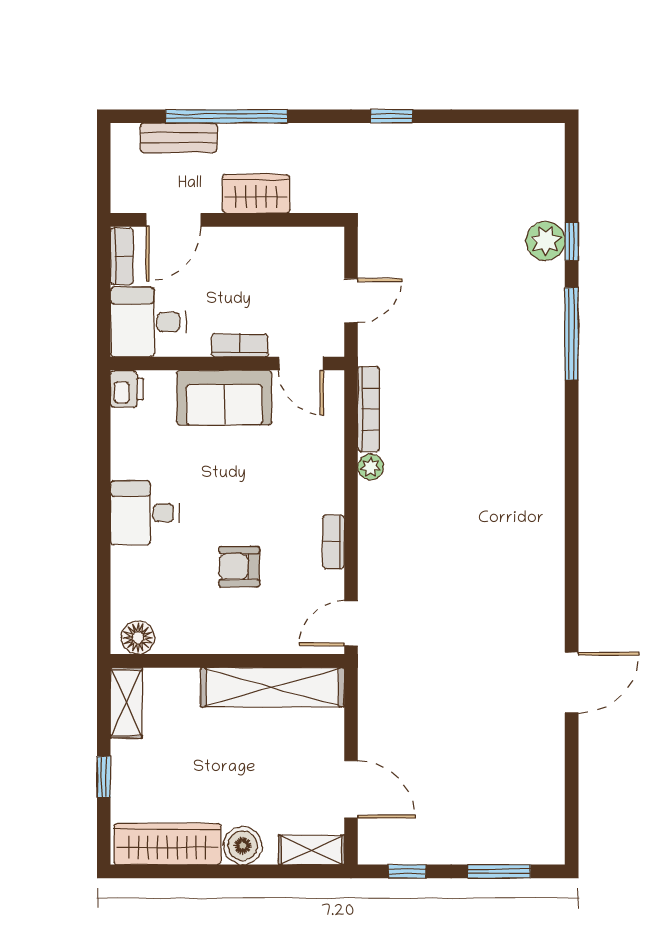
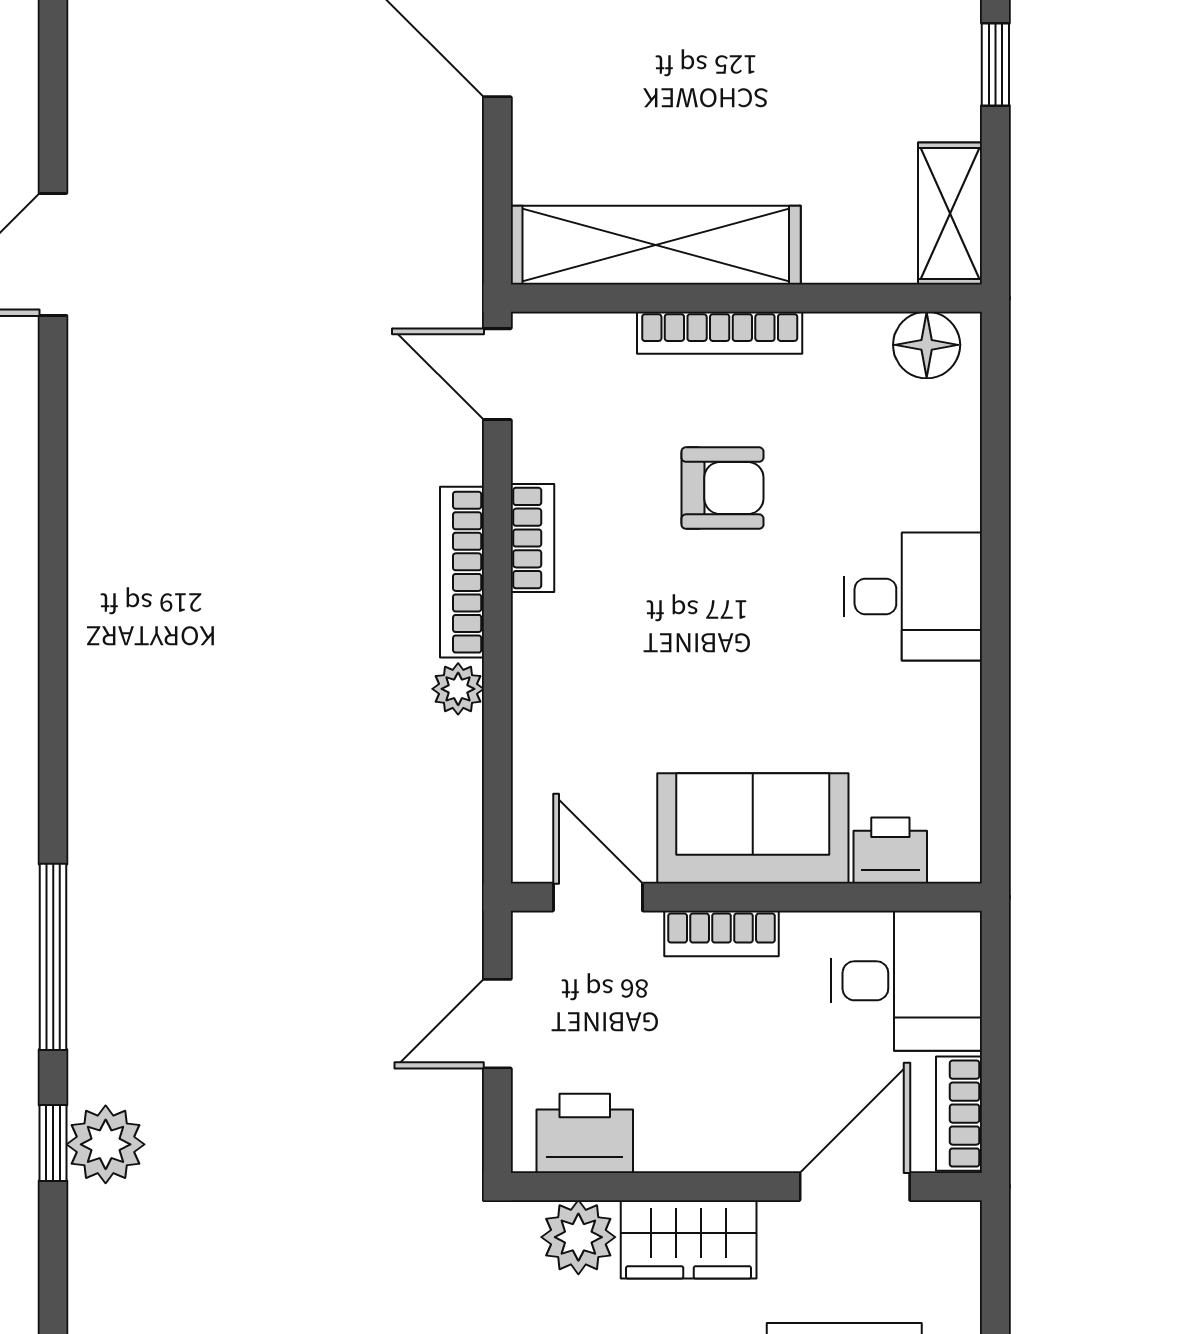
plant: (311, 195) -> (578, 1237), added
printer: (308, 246) -> (585, 1133), added
printer: (127, 389) -> (890, 850), moved, turned 90
bookcase: (369, 409) -> (462, 572), moved
door: (351, 623) -> (497, 374), swing flipped
bookcase: (241, 644) -> (720, 333), added

